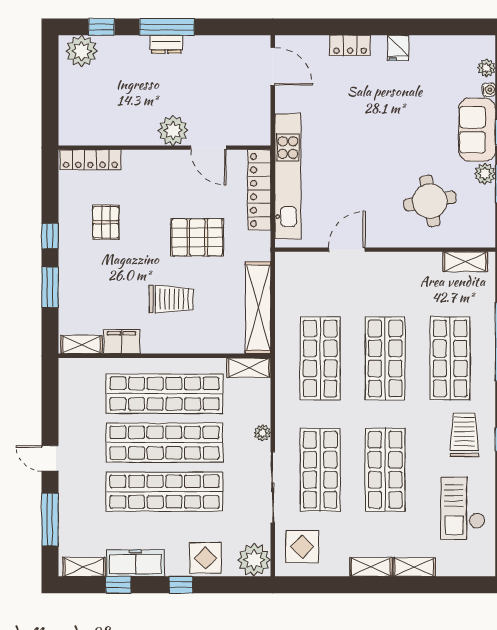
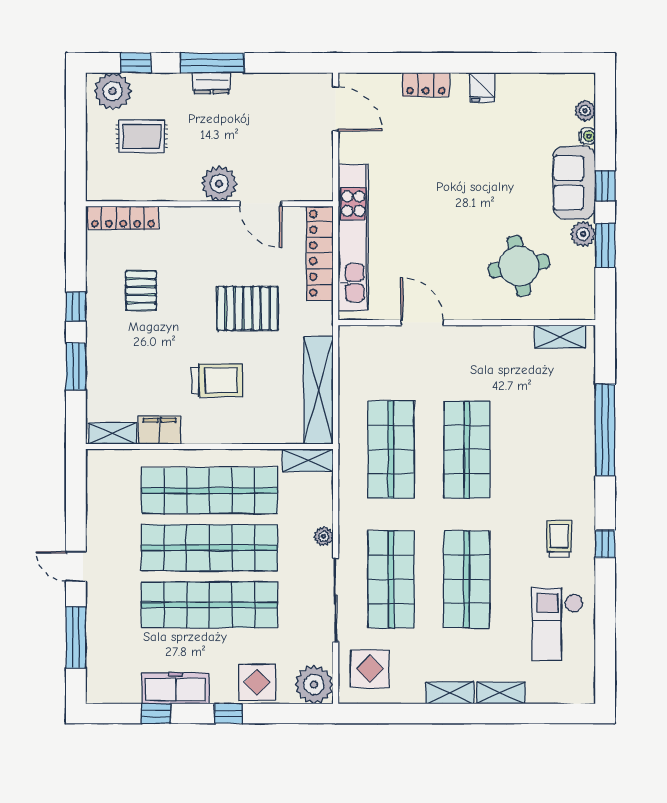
rug: (106, 90) -> (142, 136), added
door: (347, 250) -> (422, 323), hinge flipped
shop shelf: (450, 358) -> (542, 450), removed
trolley: (464, 435) -> (559, 539), width x0.73, depth x0.72
shelving: (84, 567) -> (116, 693), removed

